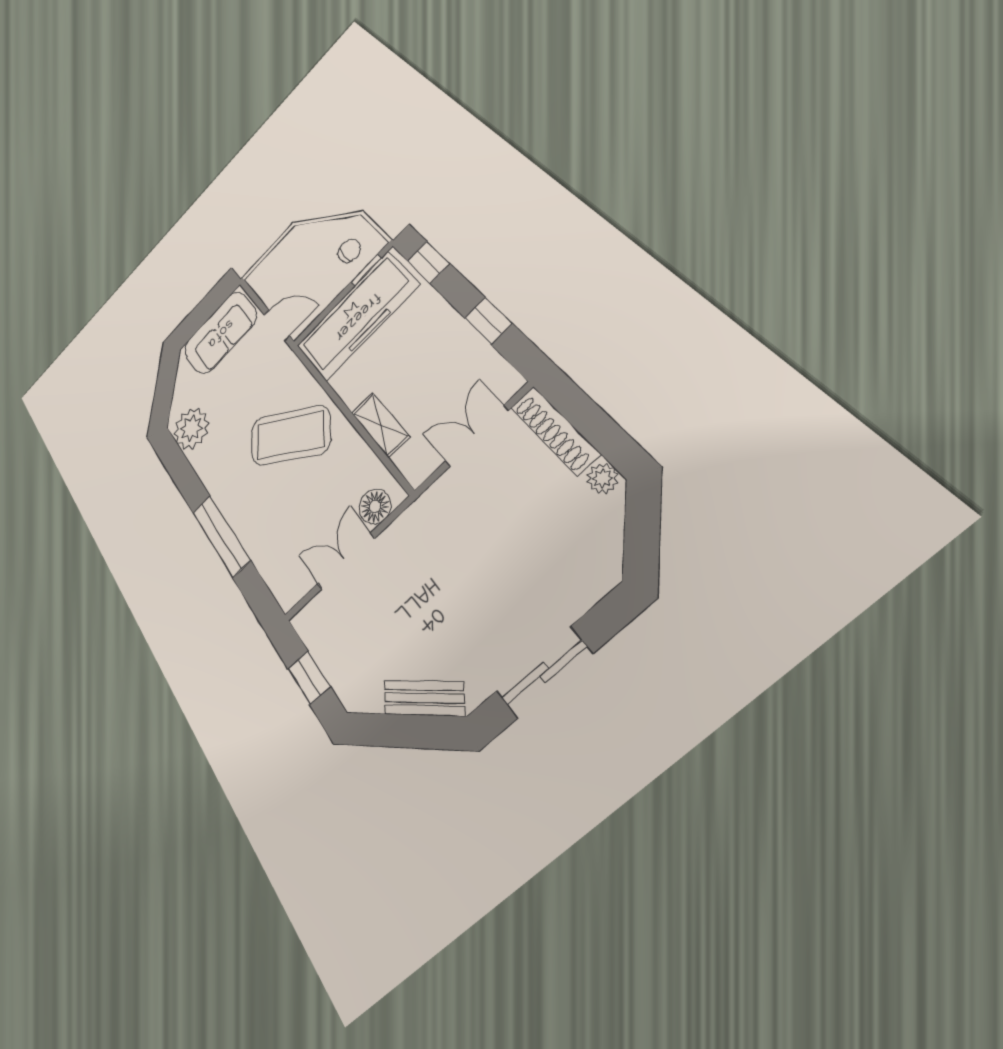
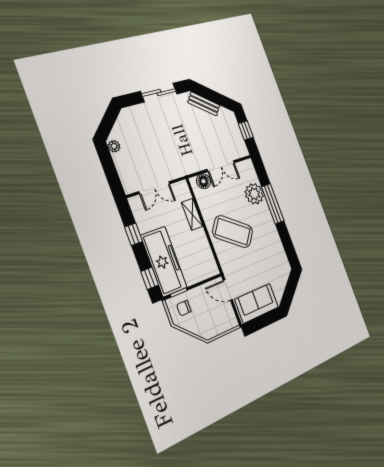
freezer: (357, 316) -> (164, 261), moved, turned 90
plant: (191, 428) -> (254, 194), moved
shoe rack: (555, 430) -> (124, 173), removed

